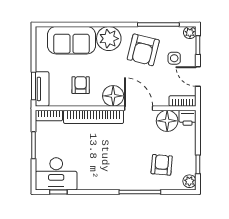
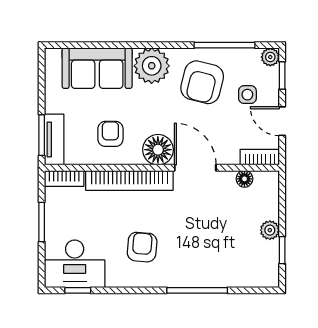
printer: (188, 118) -> (267, 182), removed
floor lamp: (167, 121) -> (244, 179), width x0.53, depth x0.53
armchair: (162, 165) -> (142, 247), moved
plant: (189, 181) -> (270, 230), moved

